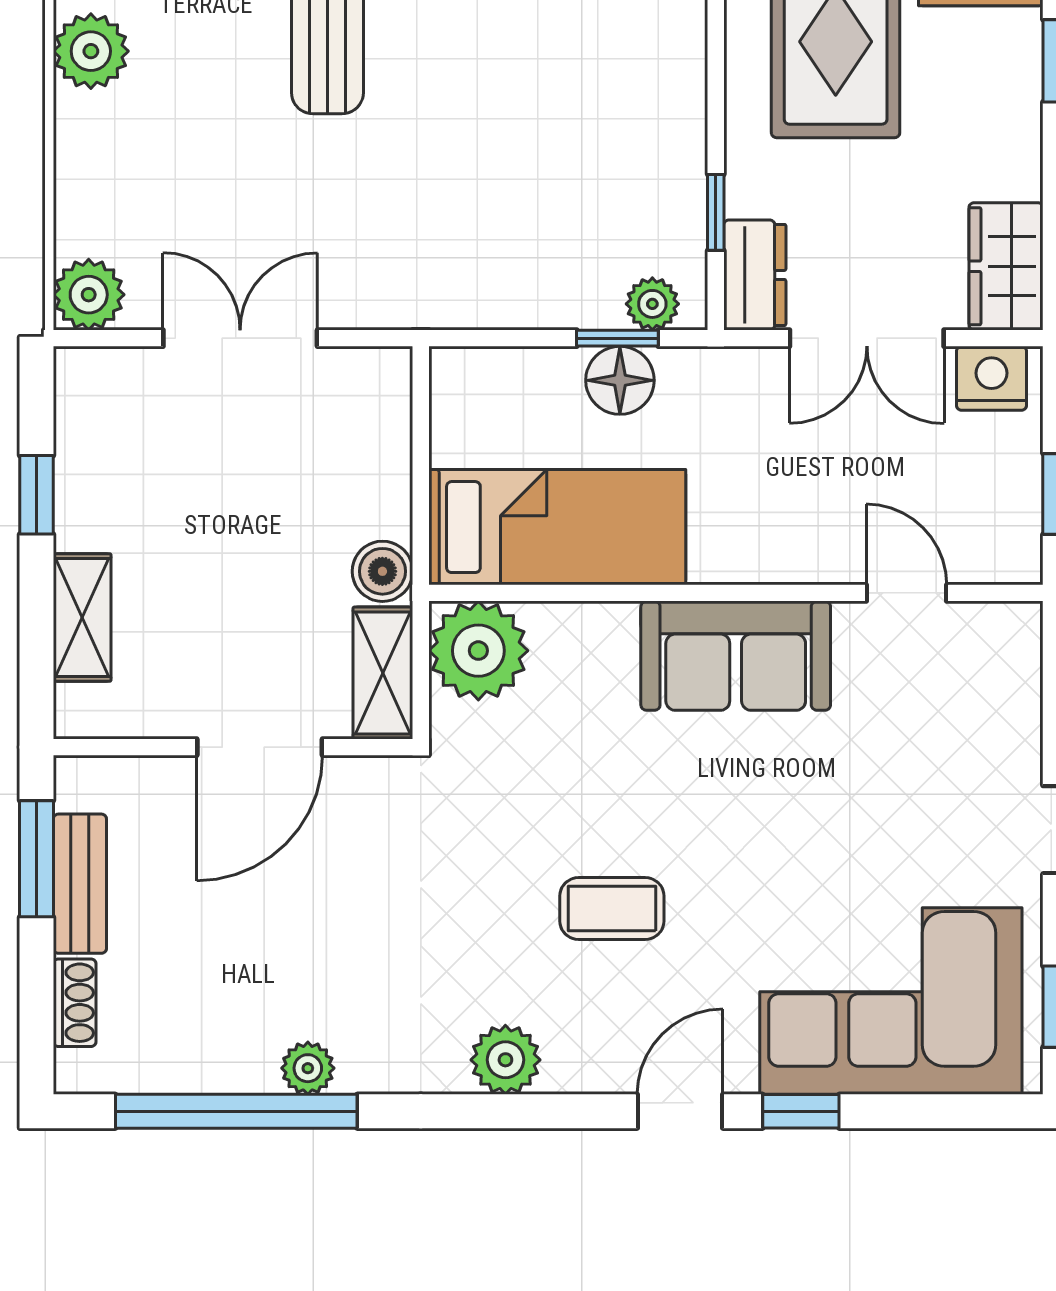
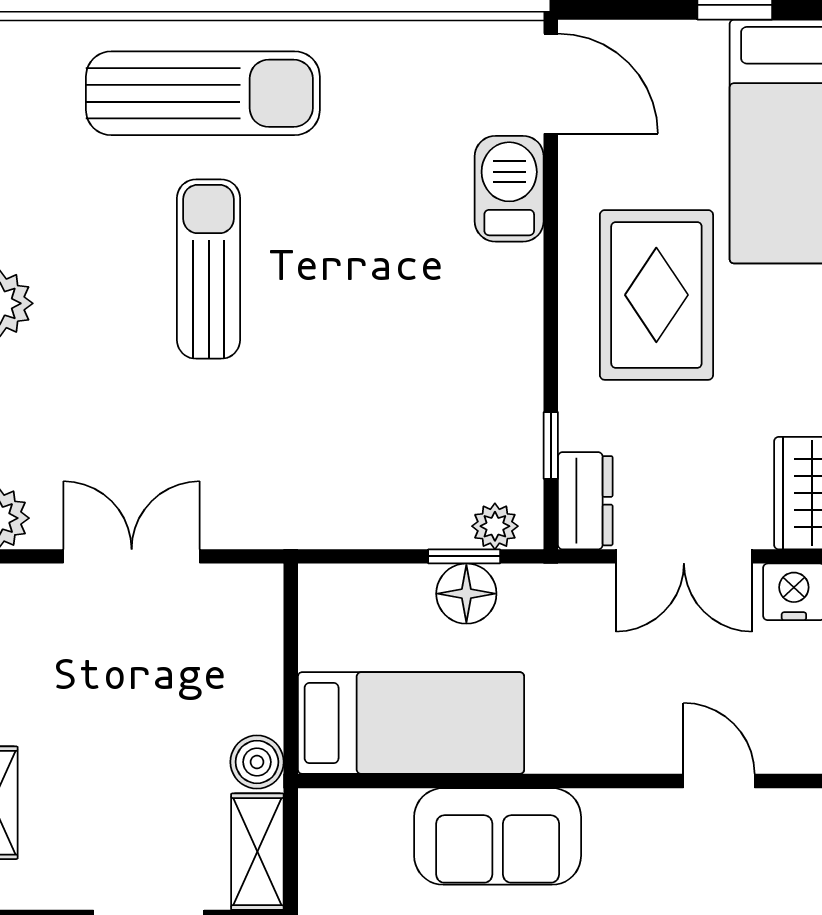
plant: (478, 651) -> (342, 832), removed
sofa: (736, 656) -> (498, 836), moved

